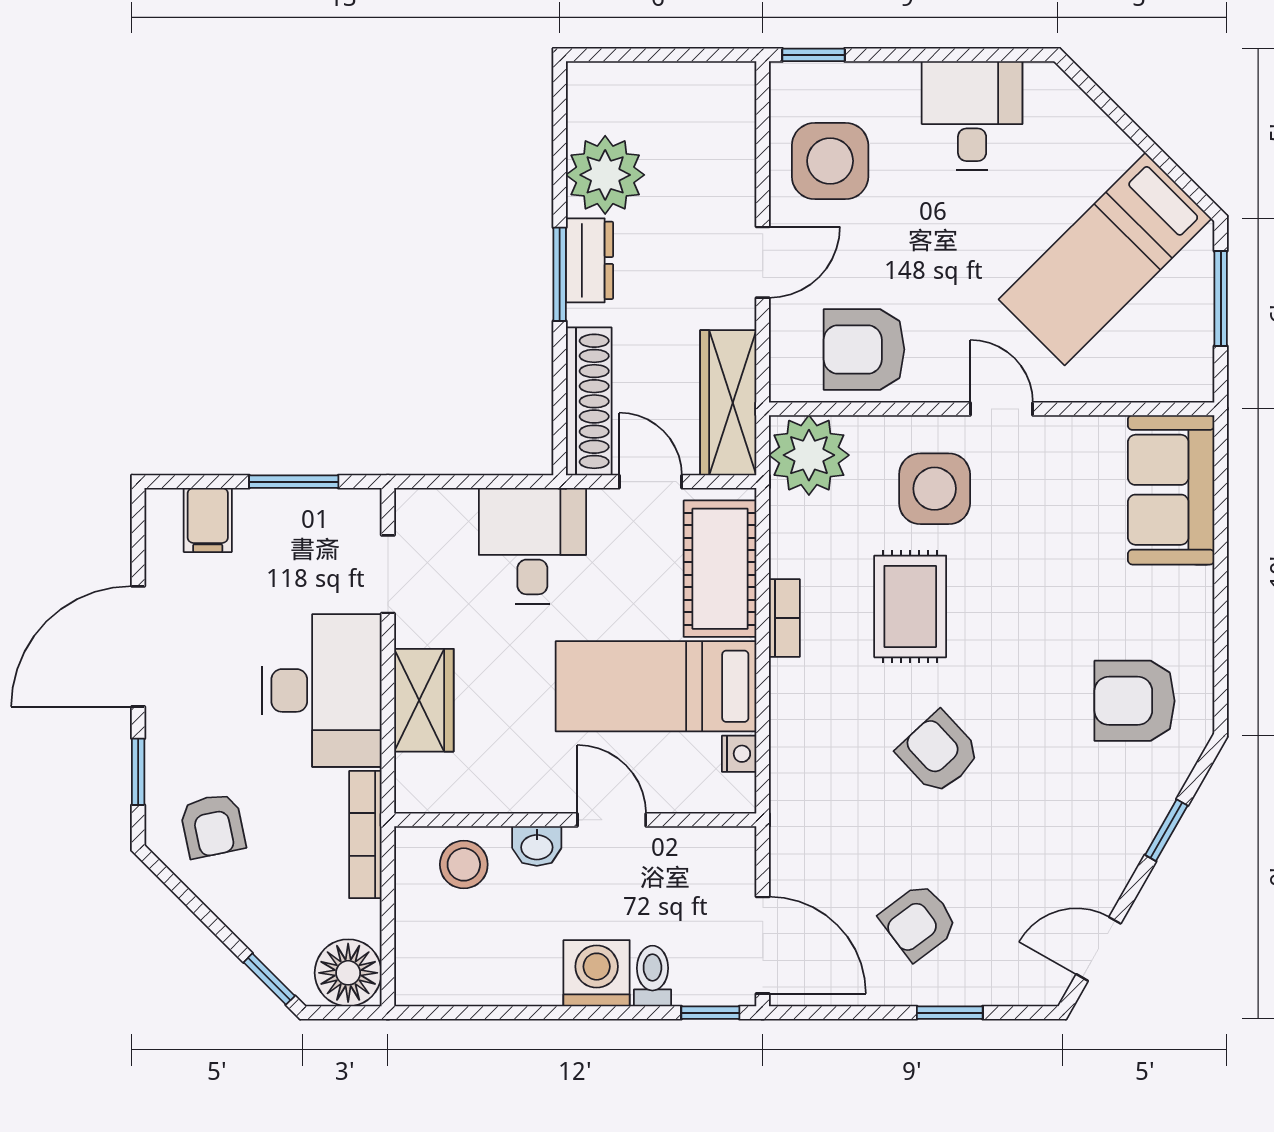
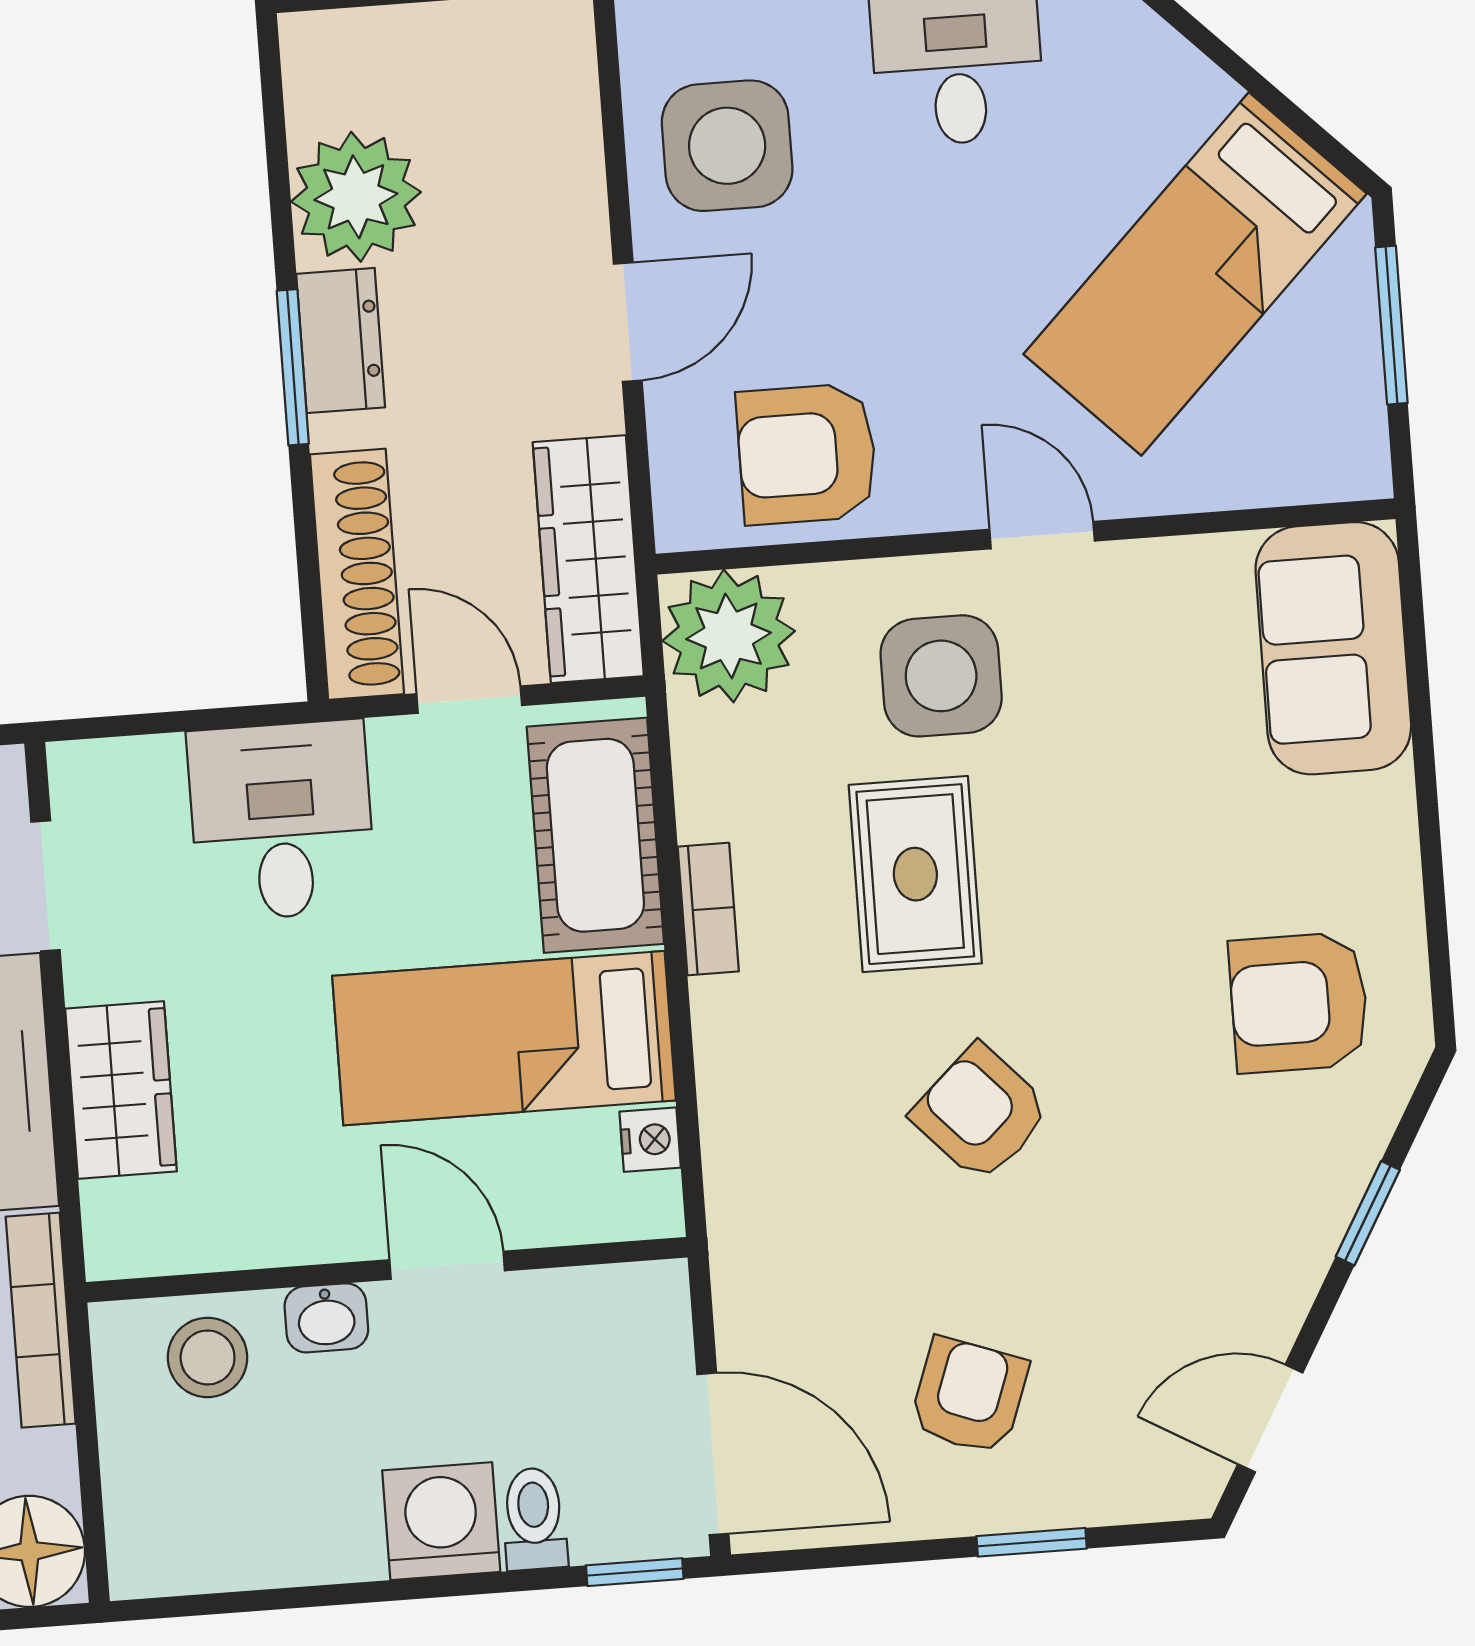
armchair: (919, 922) -> (969, 1396), turned 147

